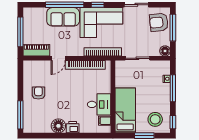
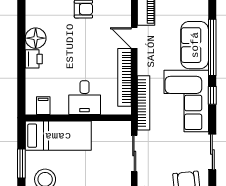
desk: (99, 104) -> (85, 98), moved

